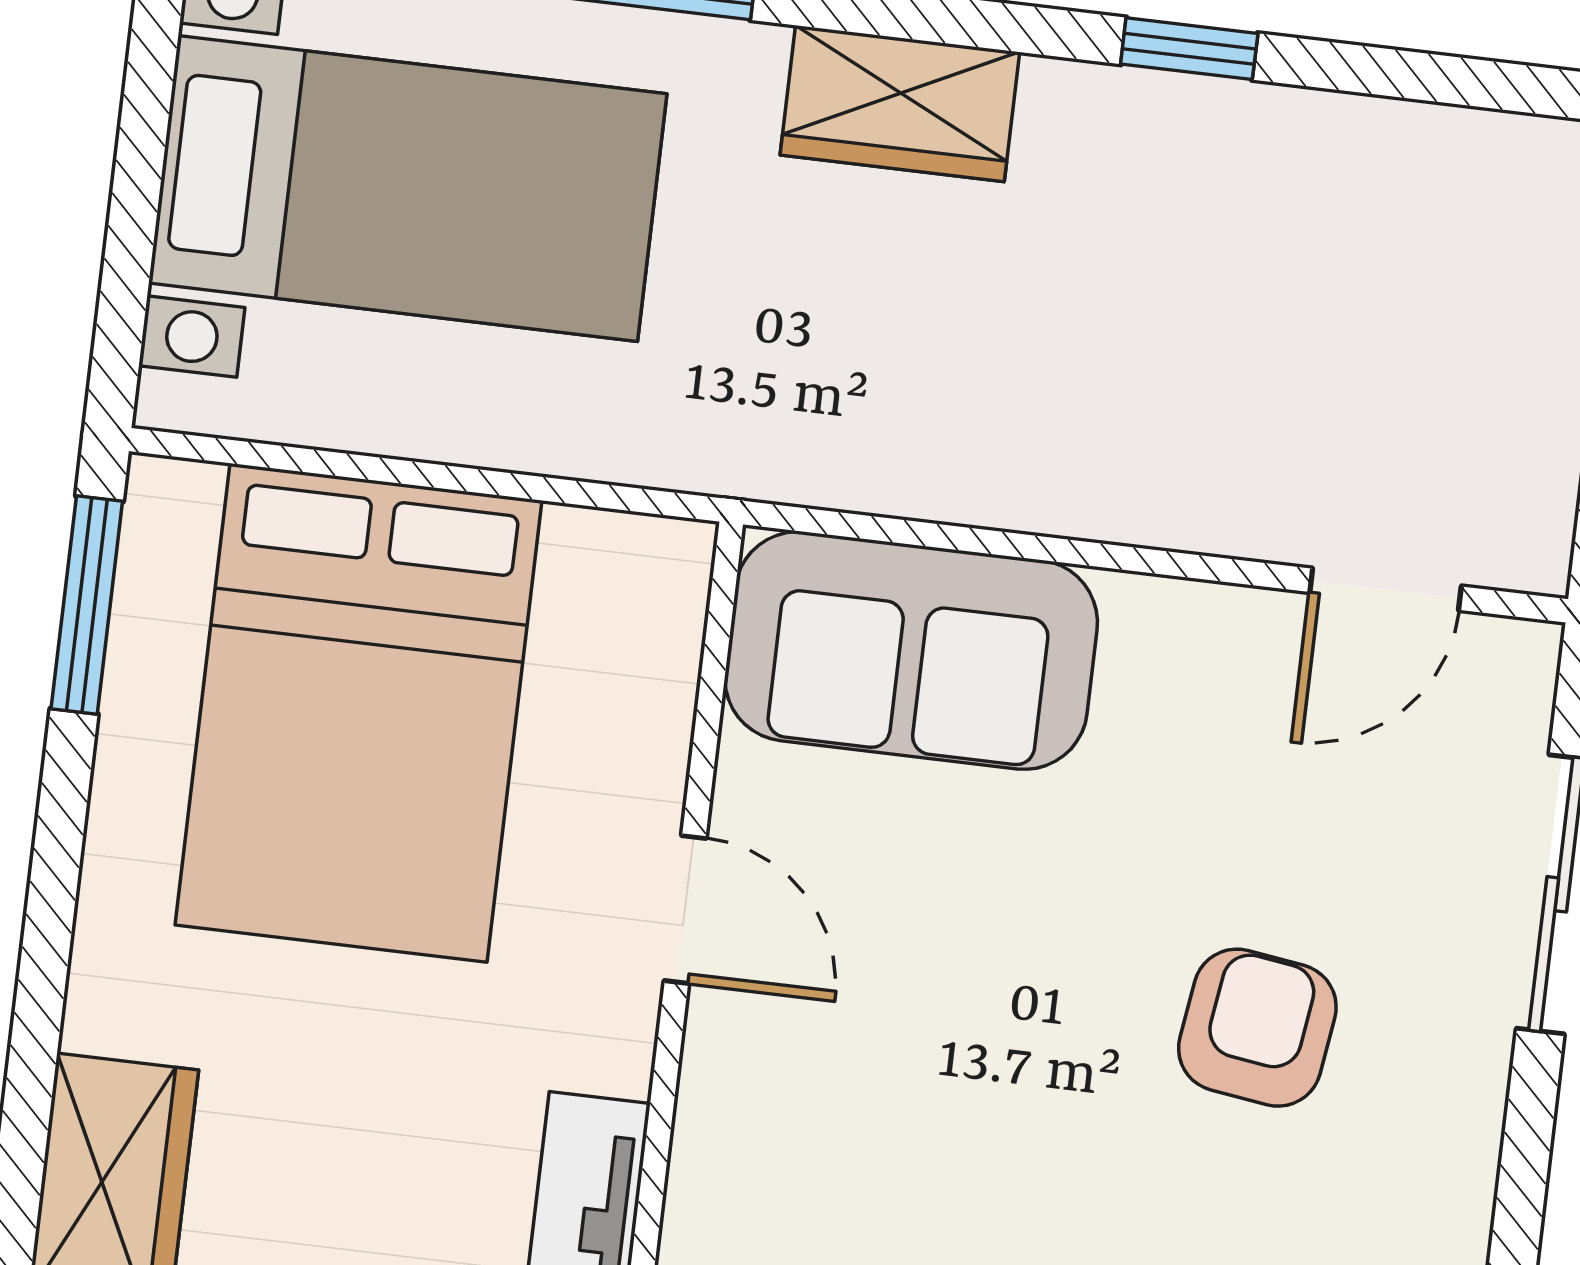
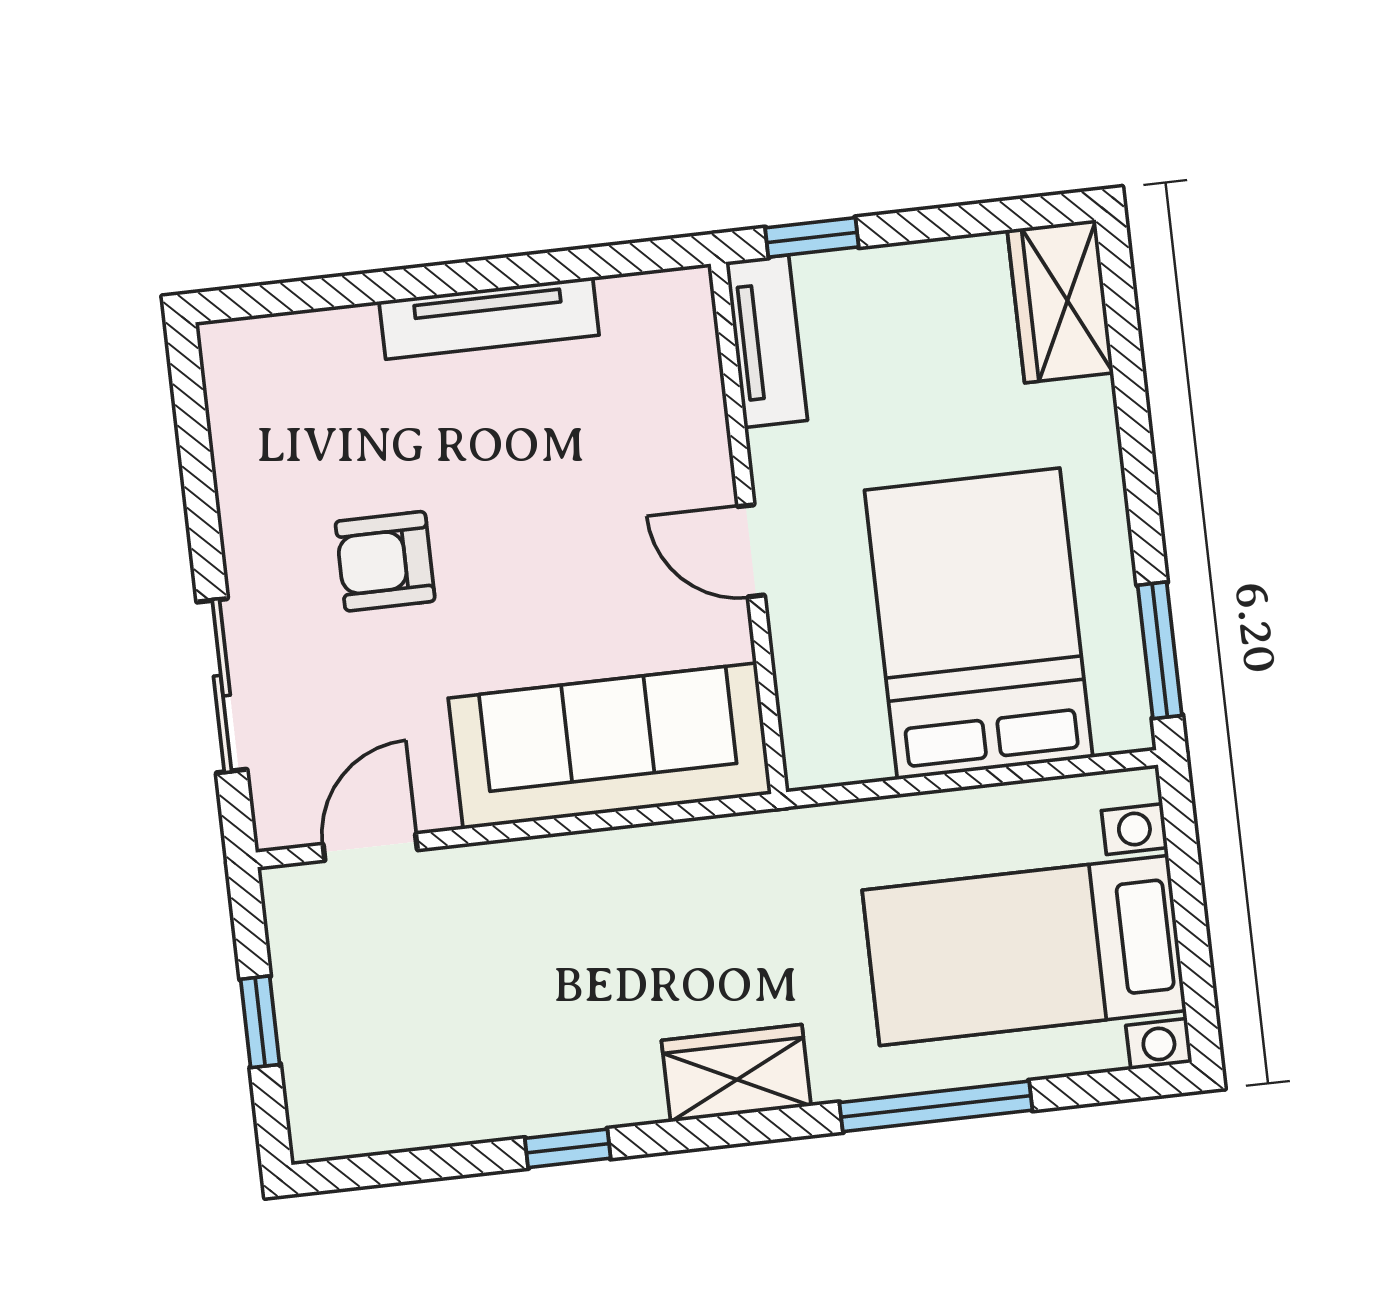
sofa: (911, 650) -> (610, 746), width x1.36
armchair: (1257, 1028) -> (385, 561), turned 82

